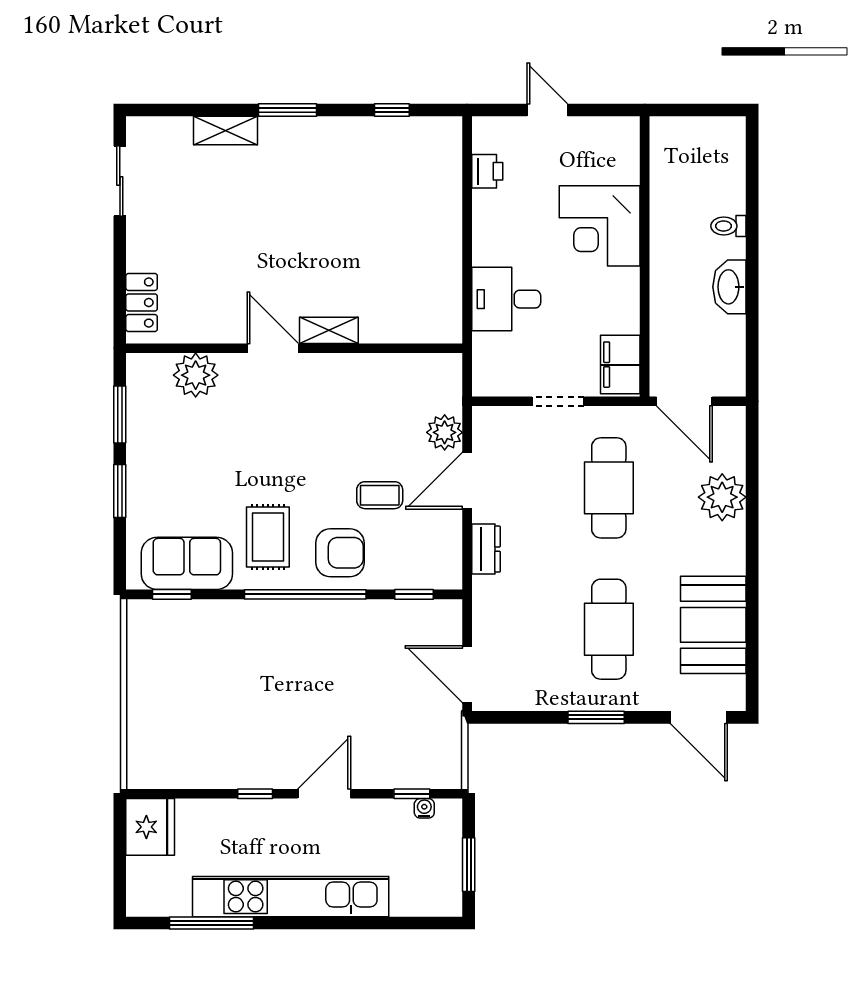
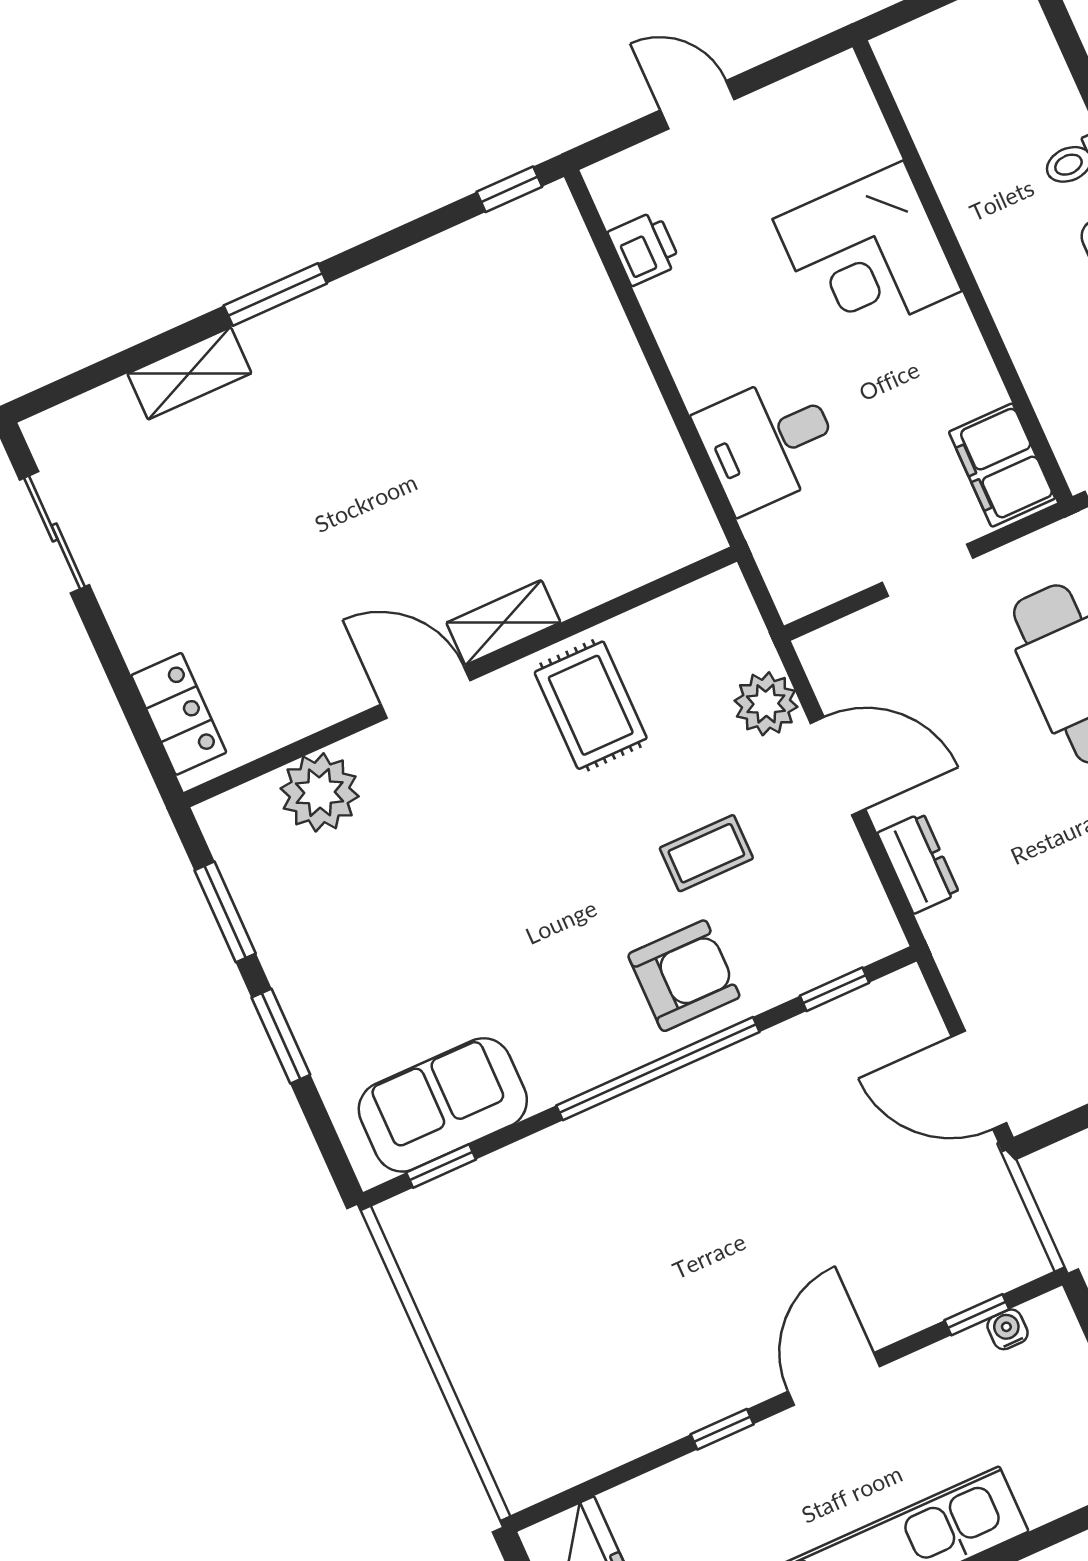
window: (392, 110) -> (509, 189), moved
door: (467, 481) -> (838, 766), swing flipped
rug: (268, 537) -> (591, 705), moved

